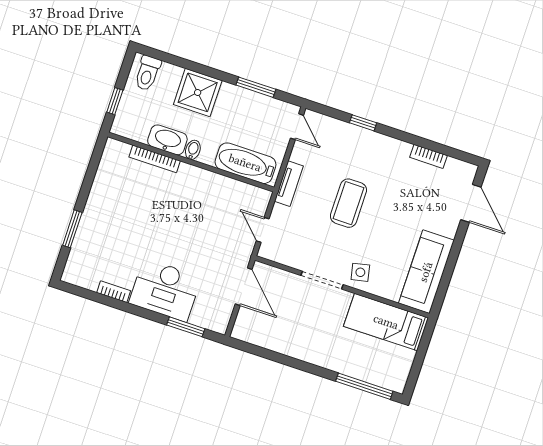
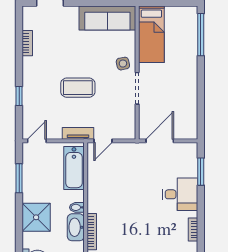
door: (263, 230) -> (103, 141), moved
desk: (165, 290) -> (180, 194), width x0.73

